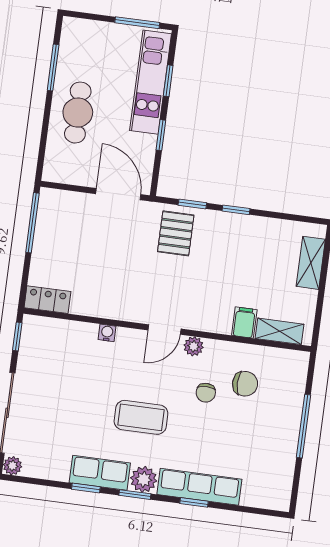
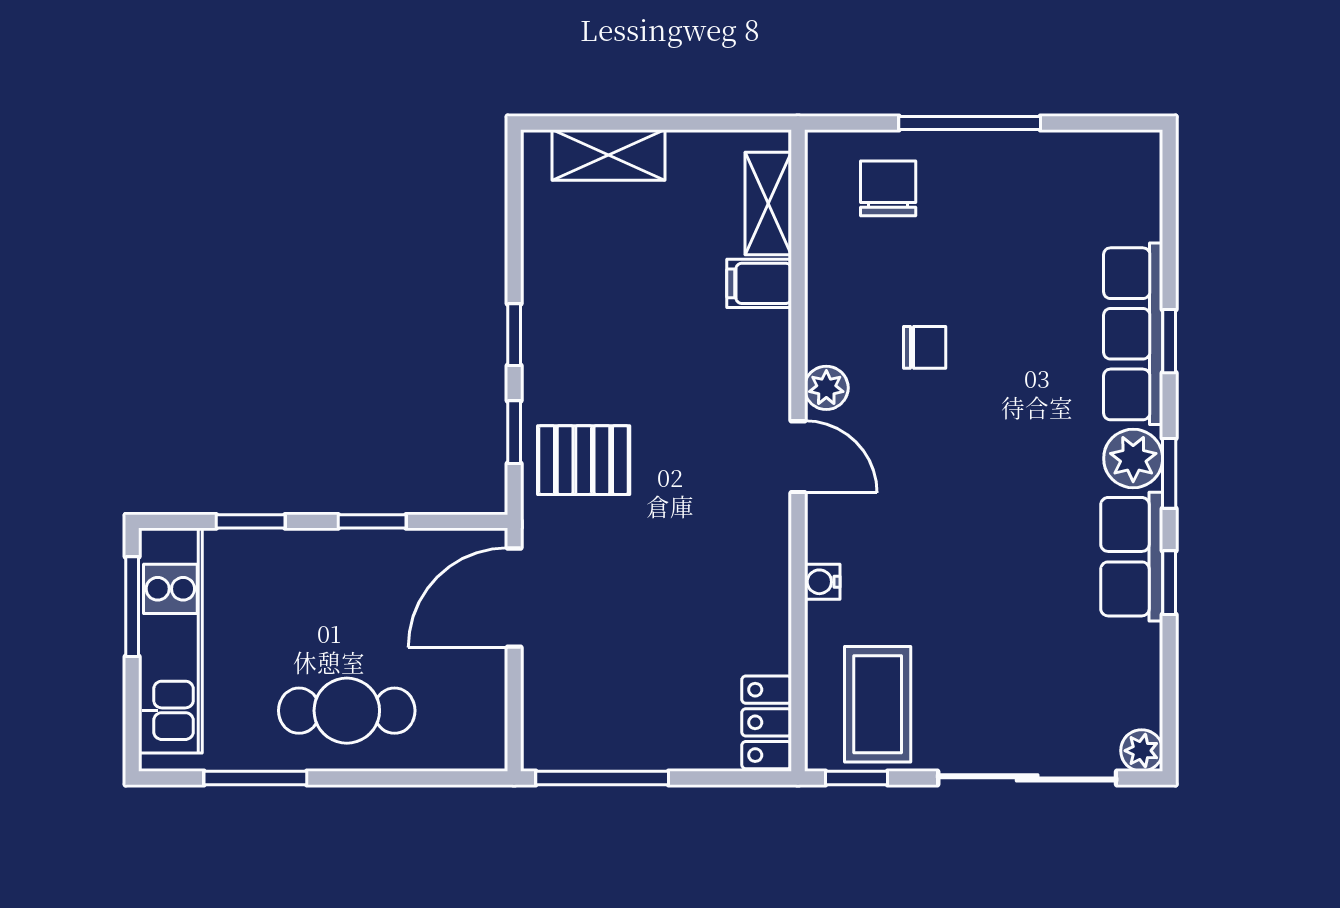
kitchen unit: (151, 82) -> (170, 641), moved, turned -90
chair: (245, 384) -> (888, 188), moved
coffee table: (141, 417) -> (878, 704), moved

